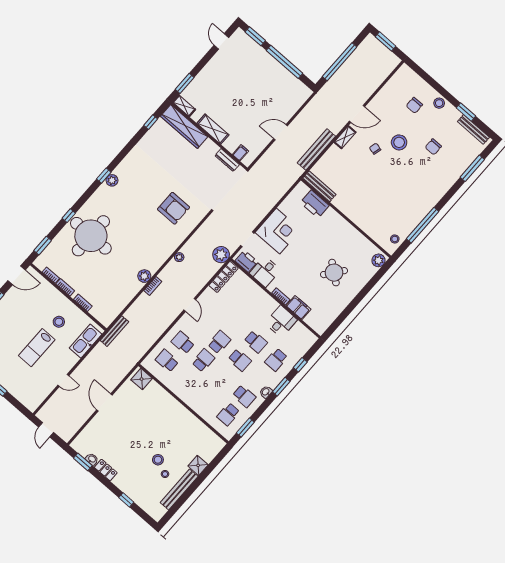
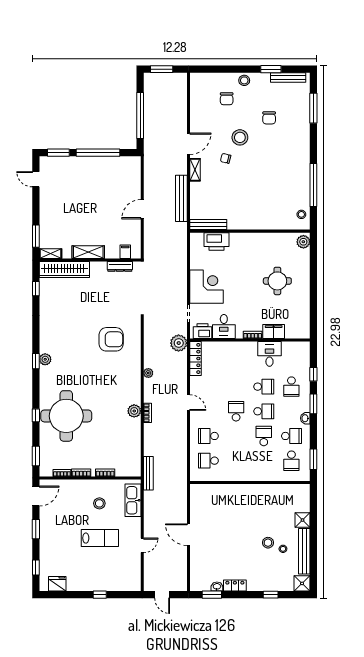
round table: (334, 273) -> (277, 281), turned -38
lab bench: (37, 348) -> (100, 538), turned -90
school desk: (203, 360) -> (264, 436), moved
shower: (142, 379) -> (302, 583), moved

